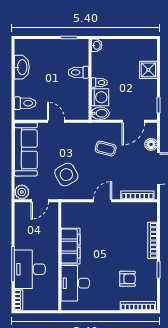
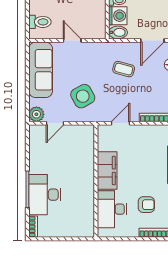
filing cabinet: (70, 246) -> (107, 171), moved
wall: (60, 256) -> (96, 181), moved
desk: (75, 283) -> (112, 209), moved

